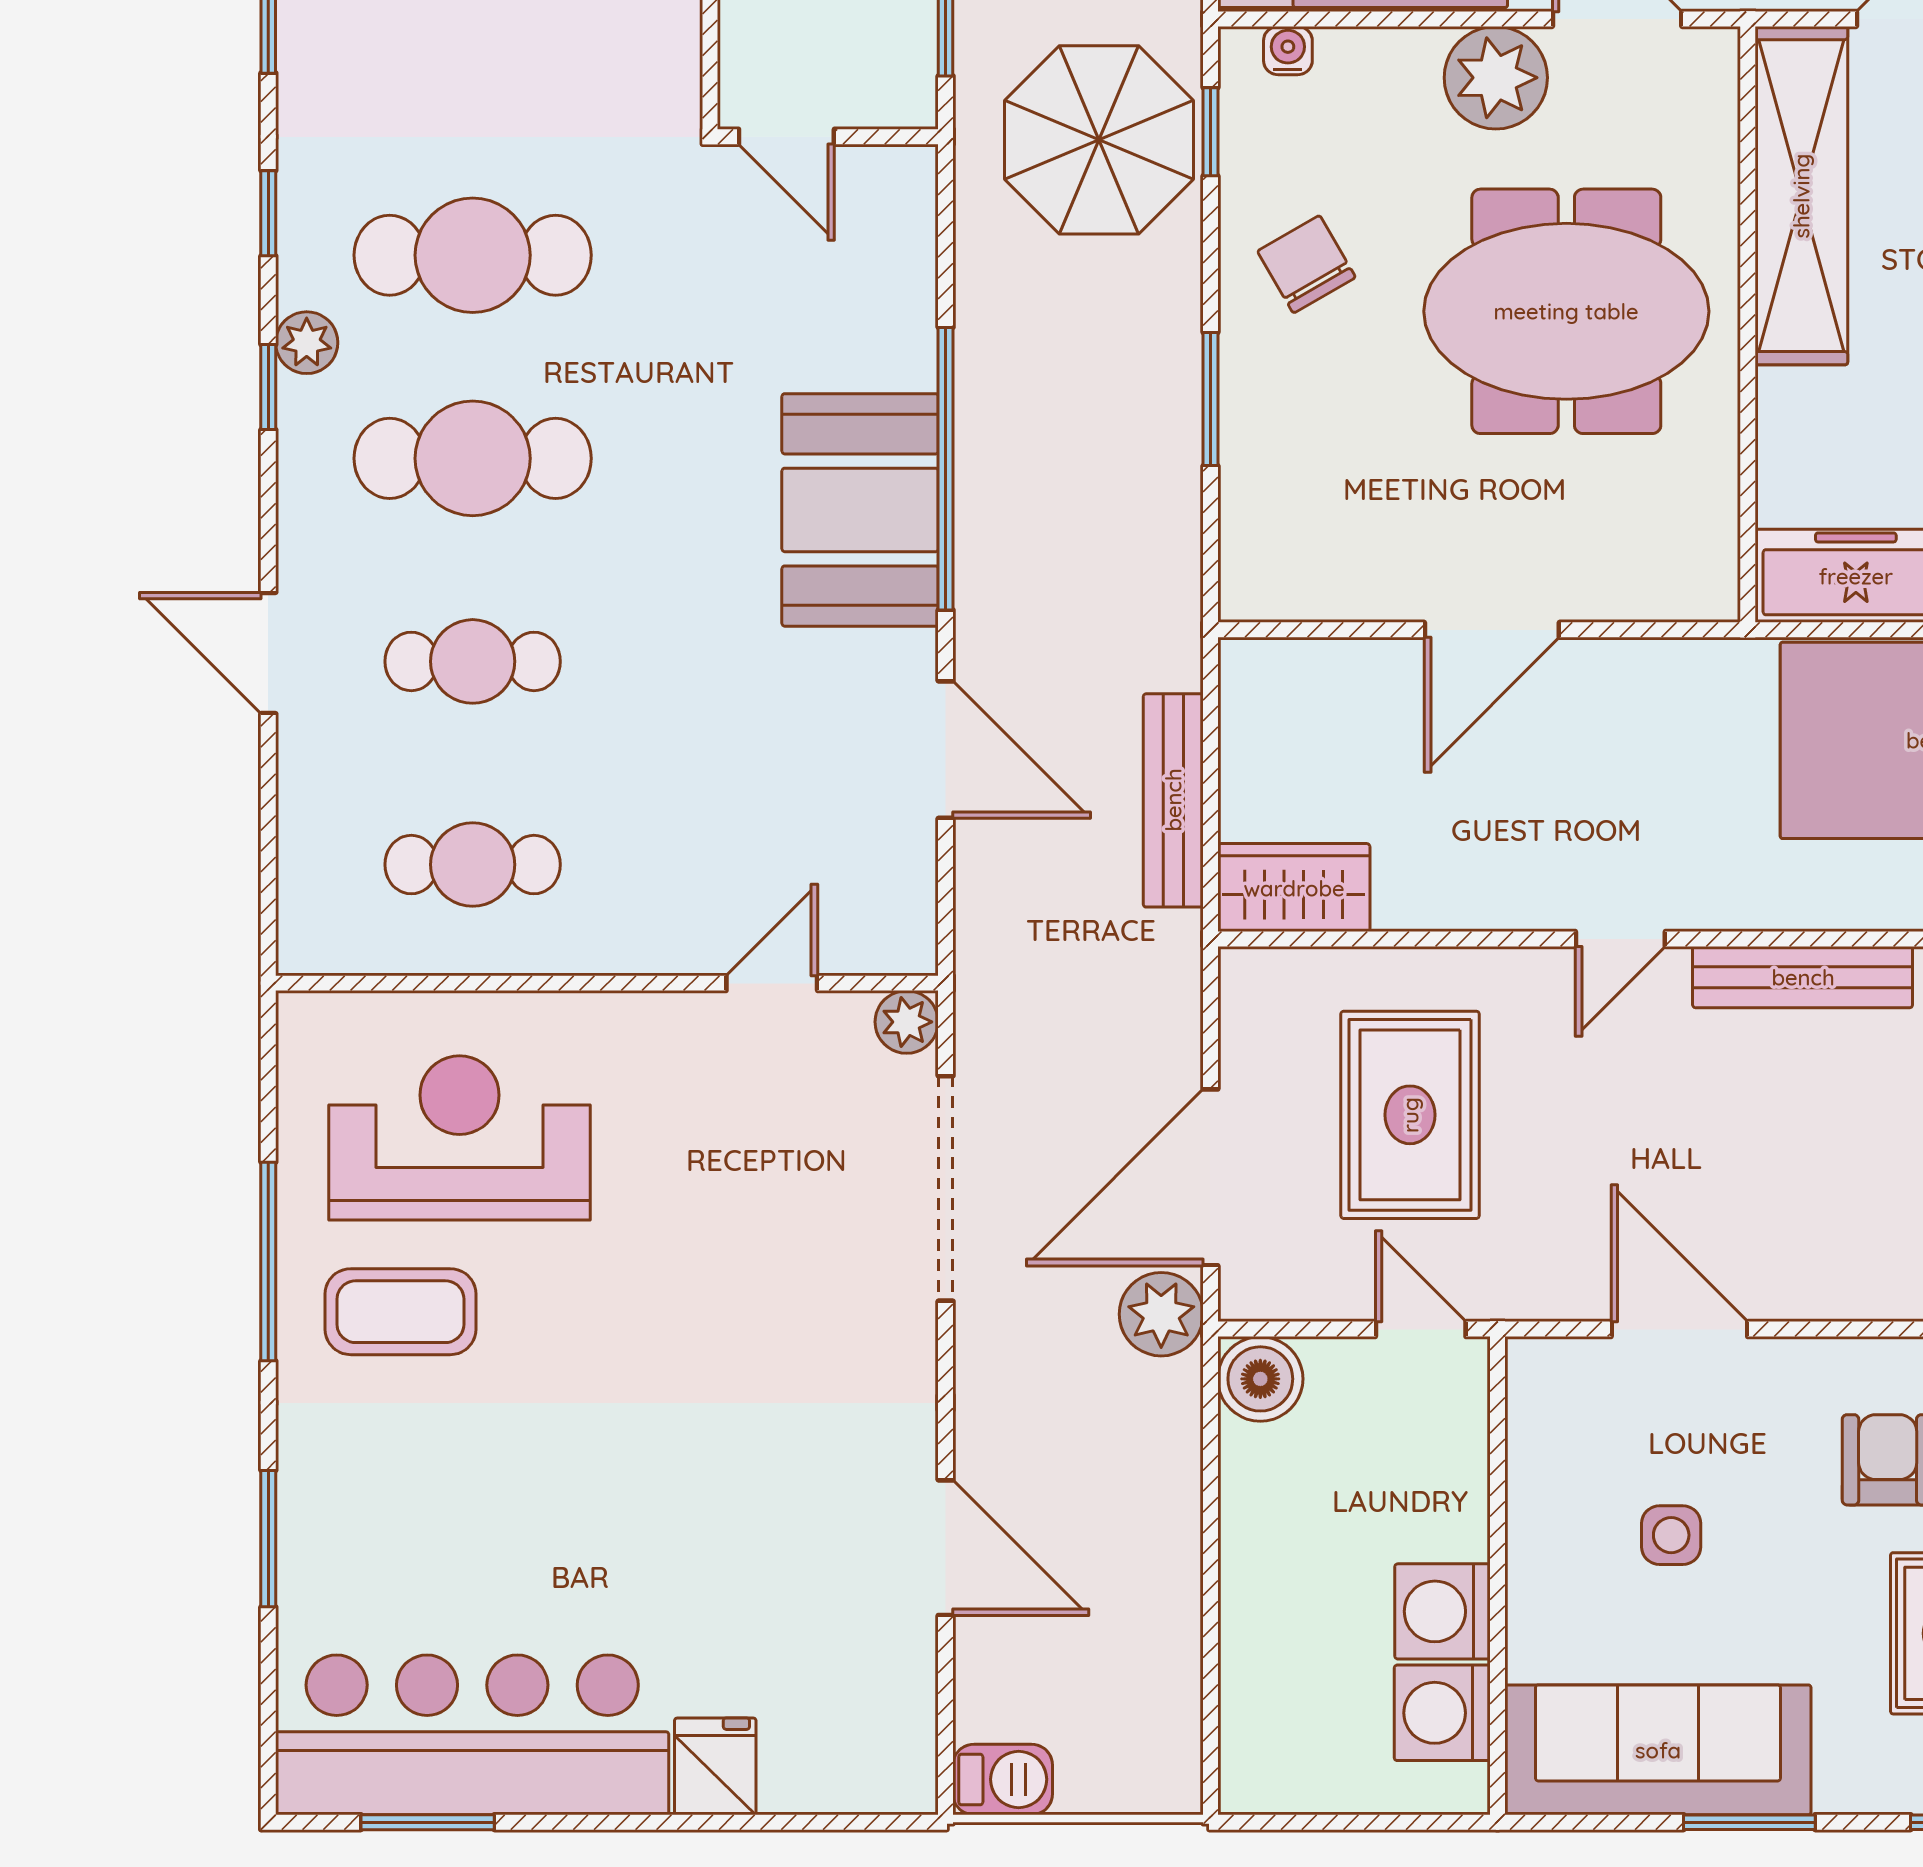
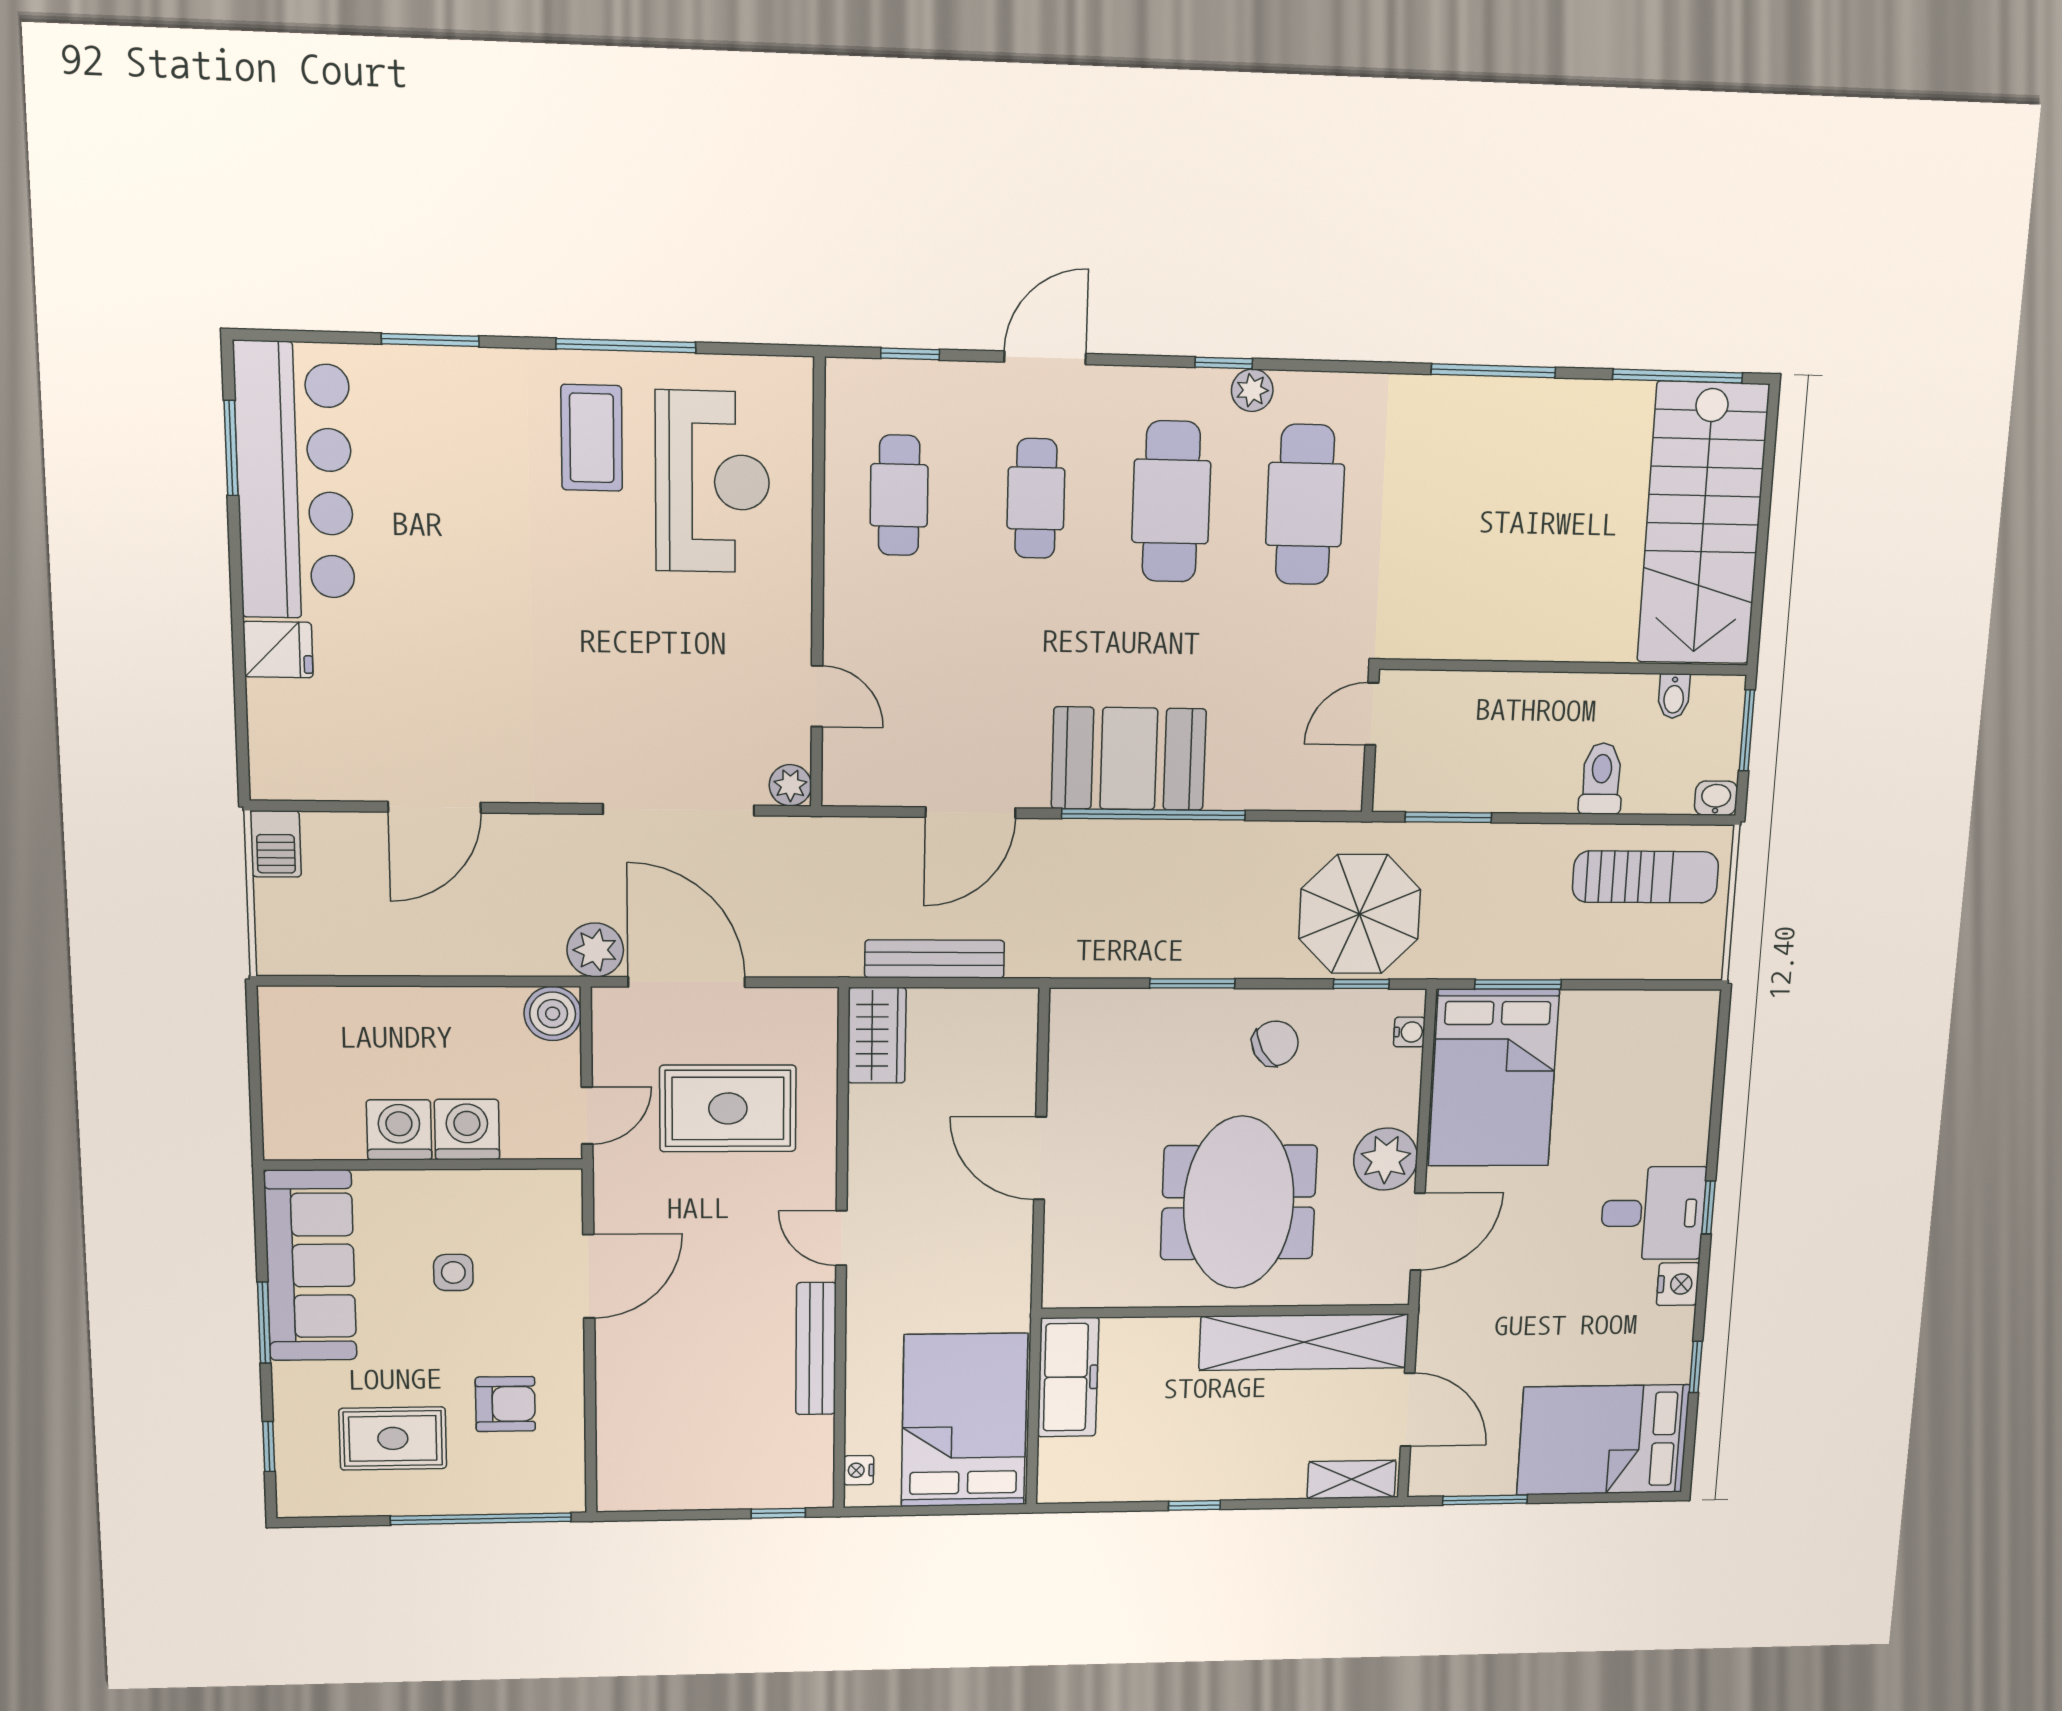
window: (268, 213) -> (910, 354), moved
washing machine: (1442, 1713) -> (467, 1129), moved

